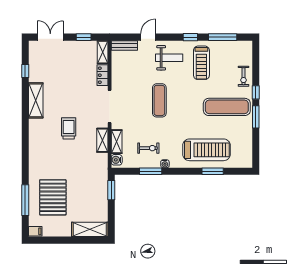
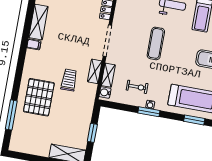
trolley: (69, 128) -> (69, 80), moved
window: (151, 171) -> (149, 112), moved
window: (111, 190) -> (92, 133), moved
pallet: (53, 197) -> (39, 97), moved
filing cabinet: (35, 231) -> (34, 44), moved

